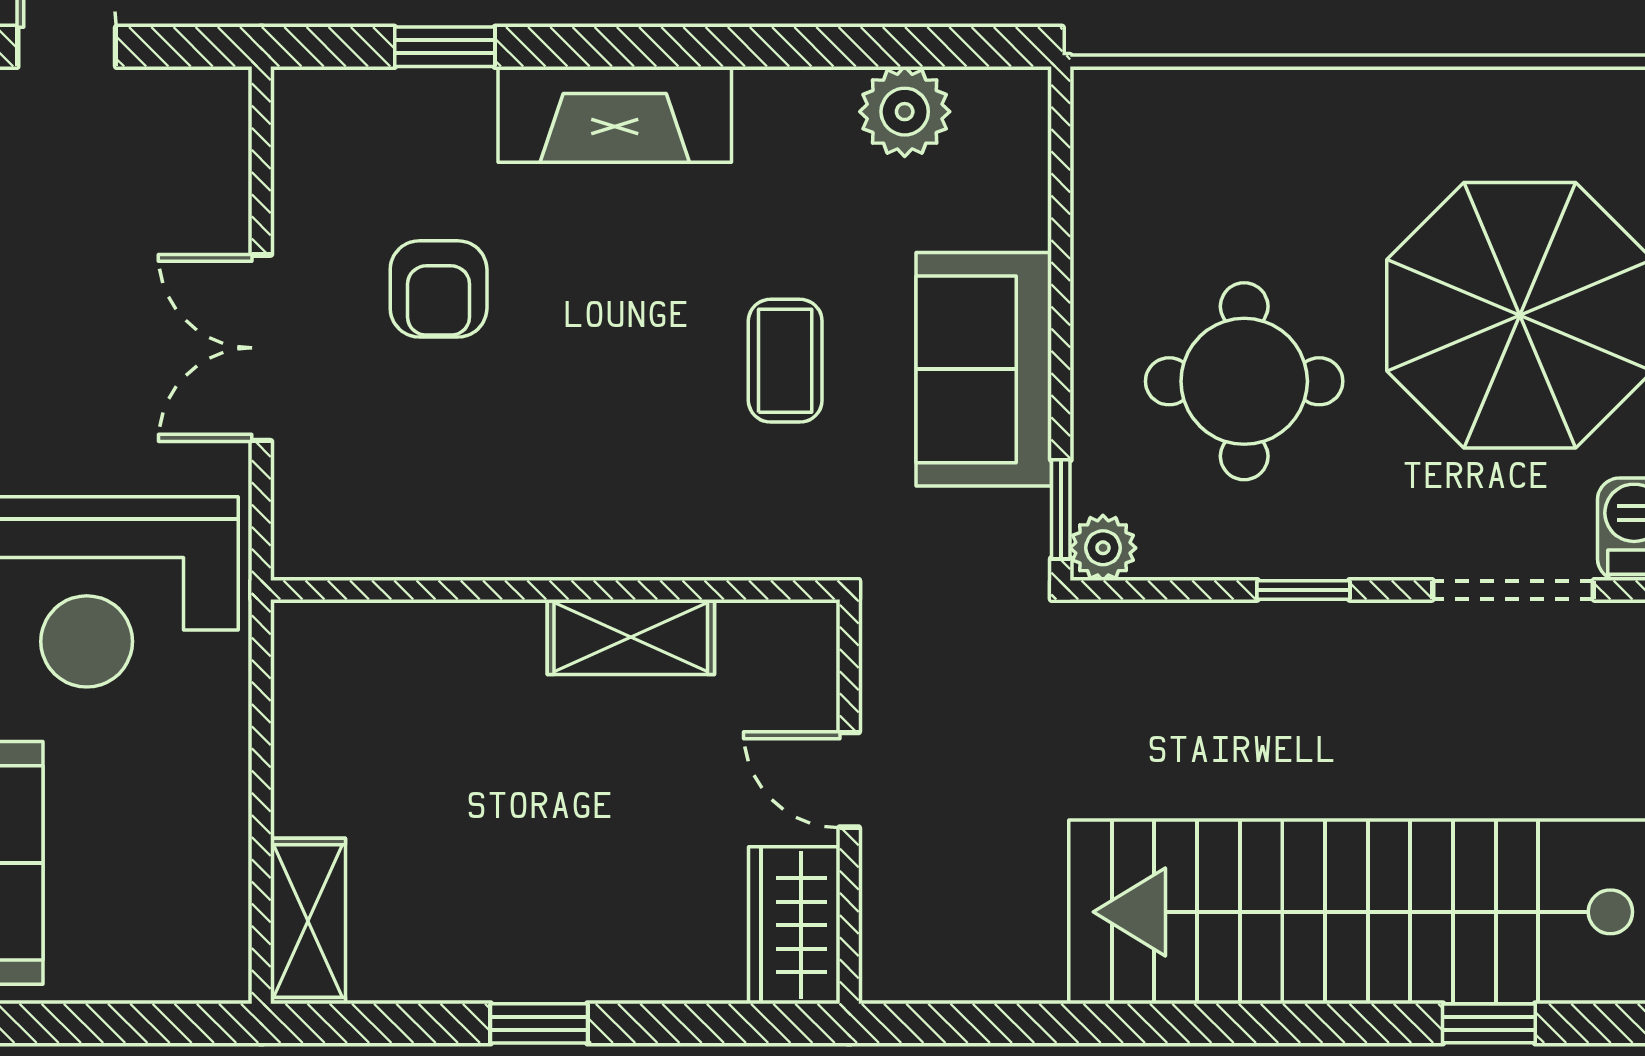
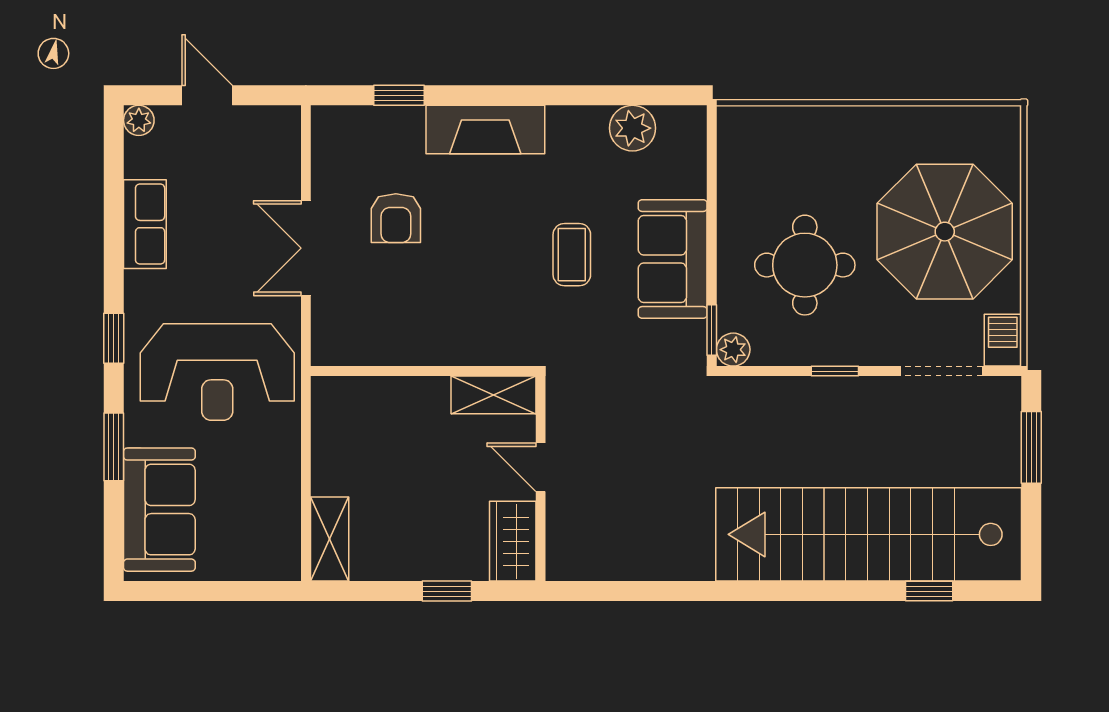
door: (849, 780) -> (541, 467), moved
wall: (849, 802) -> (541, 478), moved
wardrobe: (794, 925) -> (513, 541), moved

